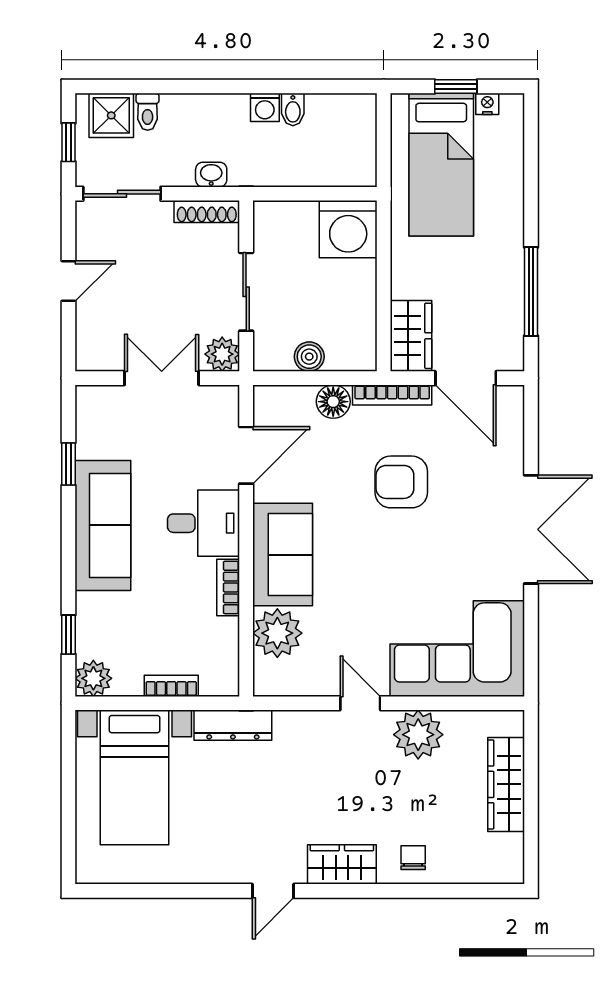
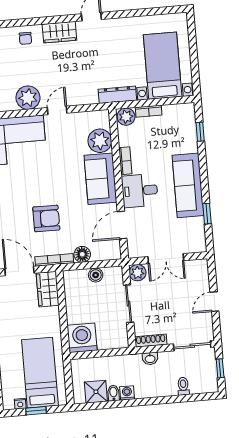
shower: (111, 115) -> (96, 392), moved
plant: (93, 678) -> (126, 117), moved
door: (360, 703) -> (57, 110), swing flipped

